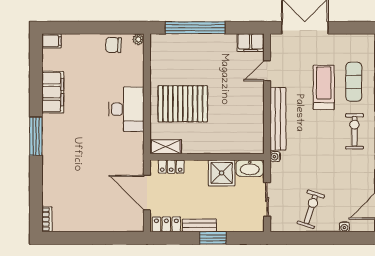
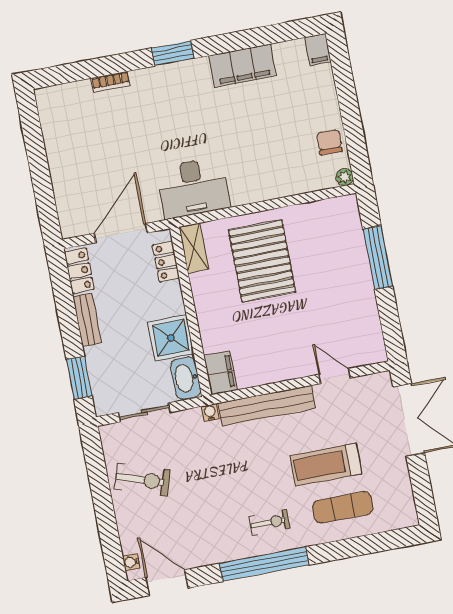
window: (195, 28) -> (378, 258), width x0.68
filing cabinet: (251, 43) -> (221, 373), moved, turned 180
treadmill: (324, 87) -> (326, 465), turned 180
desk: (126, 109) -> (193, 188), moved
exercise bike: (354, 131) -> (270, 522), width x0.73, depth x0.72
window: (36, 136) -> (173, 53), width x0.69
bookcase: (47, 219) -> (111, 82), moved
water cooler: (344, 227) -> (131, 562), moved
window: (213, 238) -> (79, 378), moved

